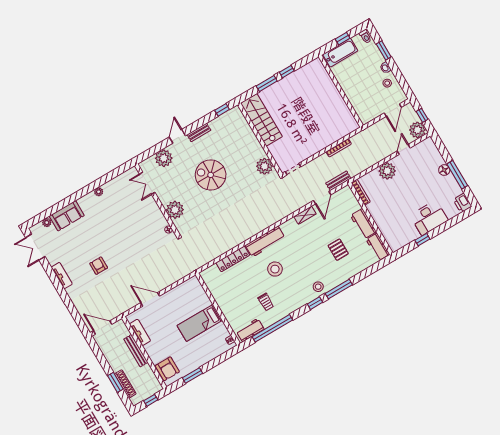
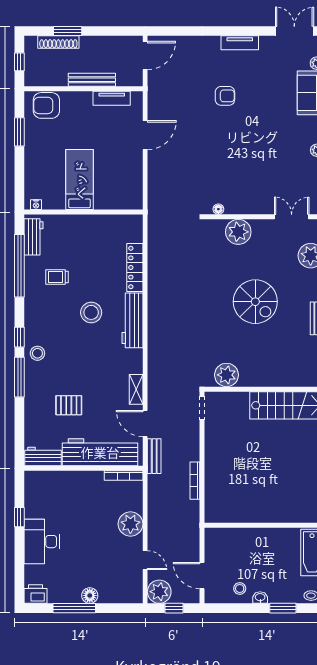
spiral stairs: (211, 175) -> (255, 302), turned 90
workbench: (363, 224) -> (100, 452), width x1.88, depth x1.32

